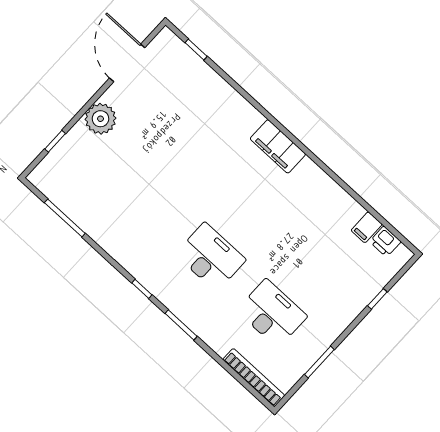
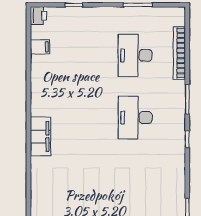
printer: (385, 242) -> (38, 16), moved
bookcase: (254, 378) -> (179, 53), moved

